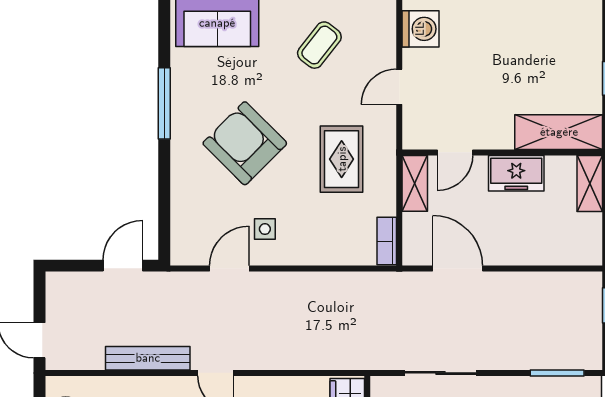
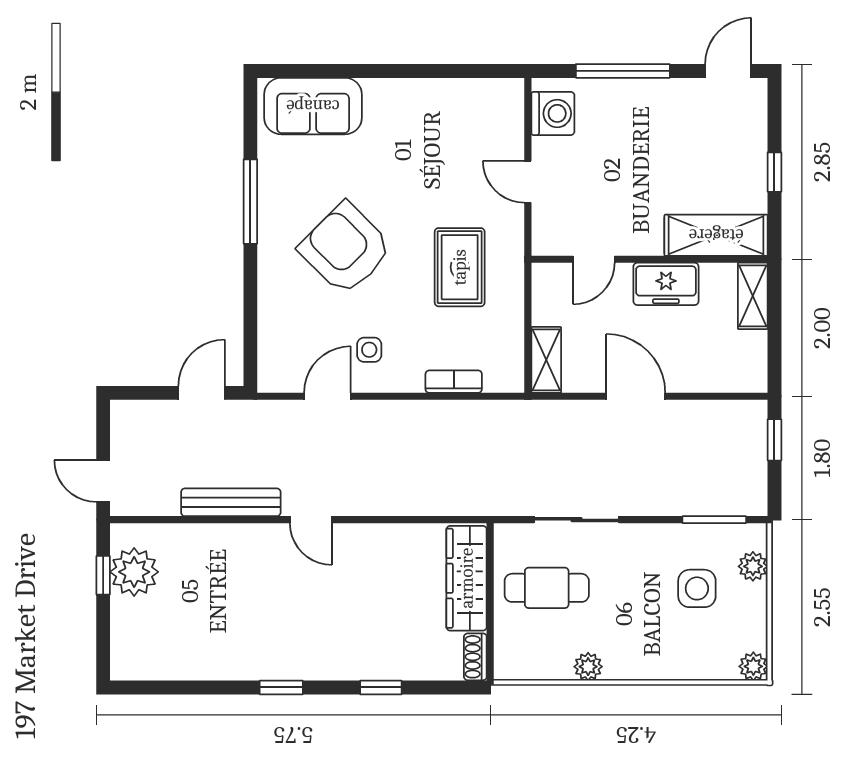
coffee table: (319, 45) -> (434, 133), removed
door: (399, 87) -> (528, 182), hinge flipped
shelving: (415, 183) -> (546, 360), moved
bookcase: (387, 241) -> (454, 382), moved, turned 90
door: (458, 268) -> (636, 396), moved

